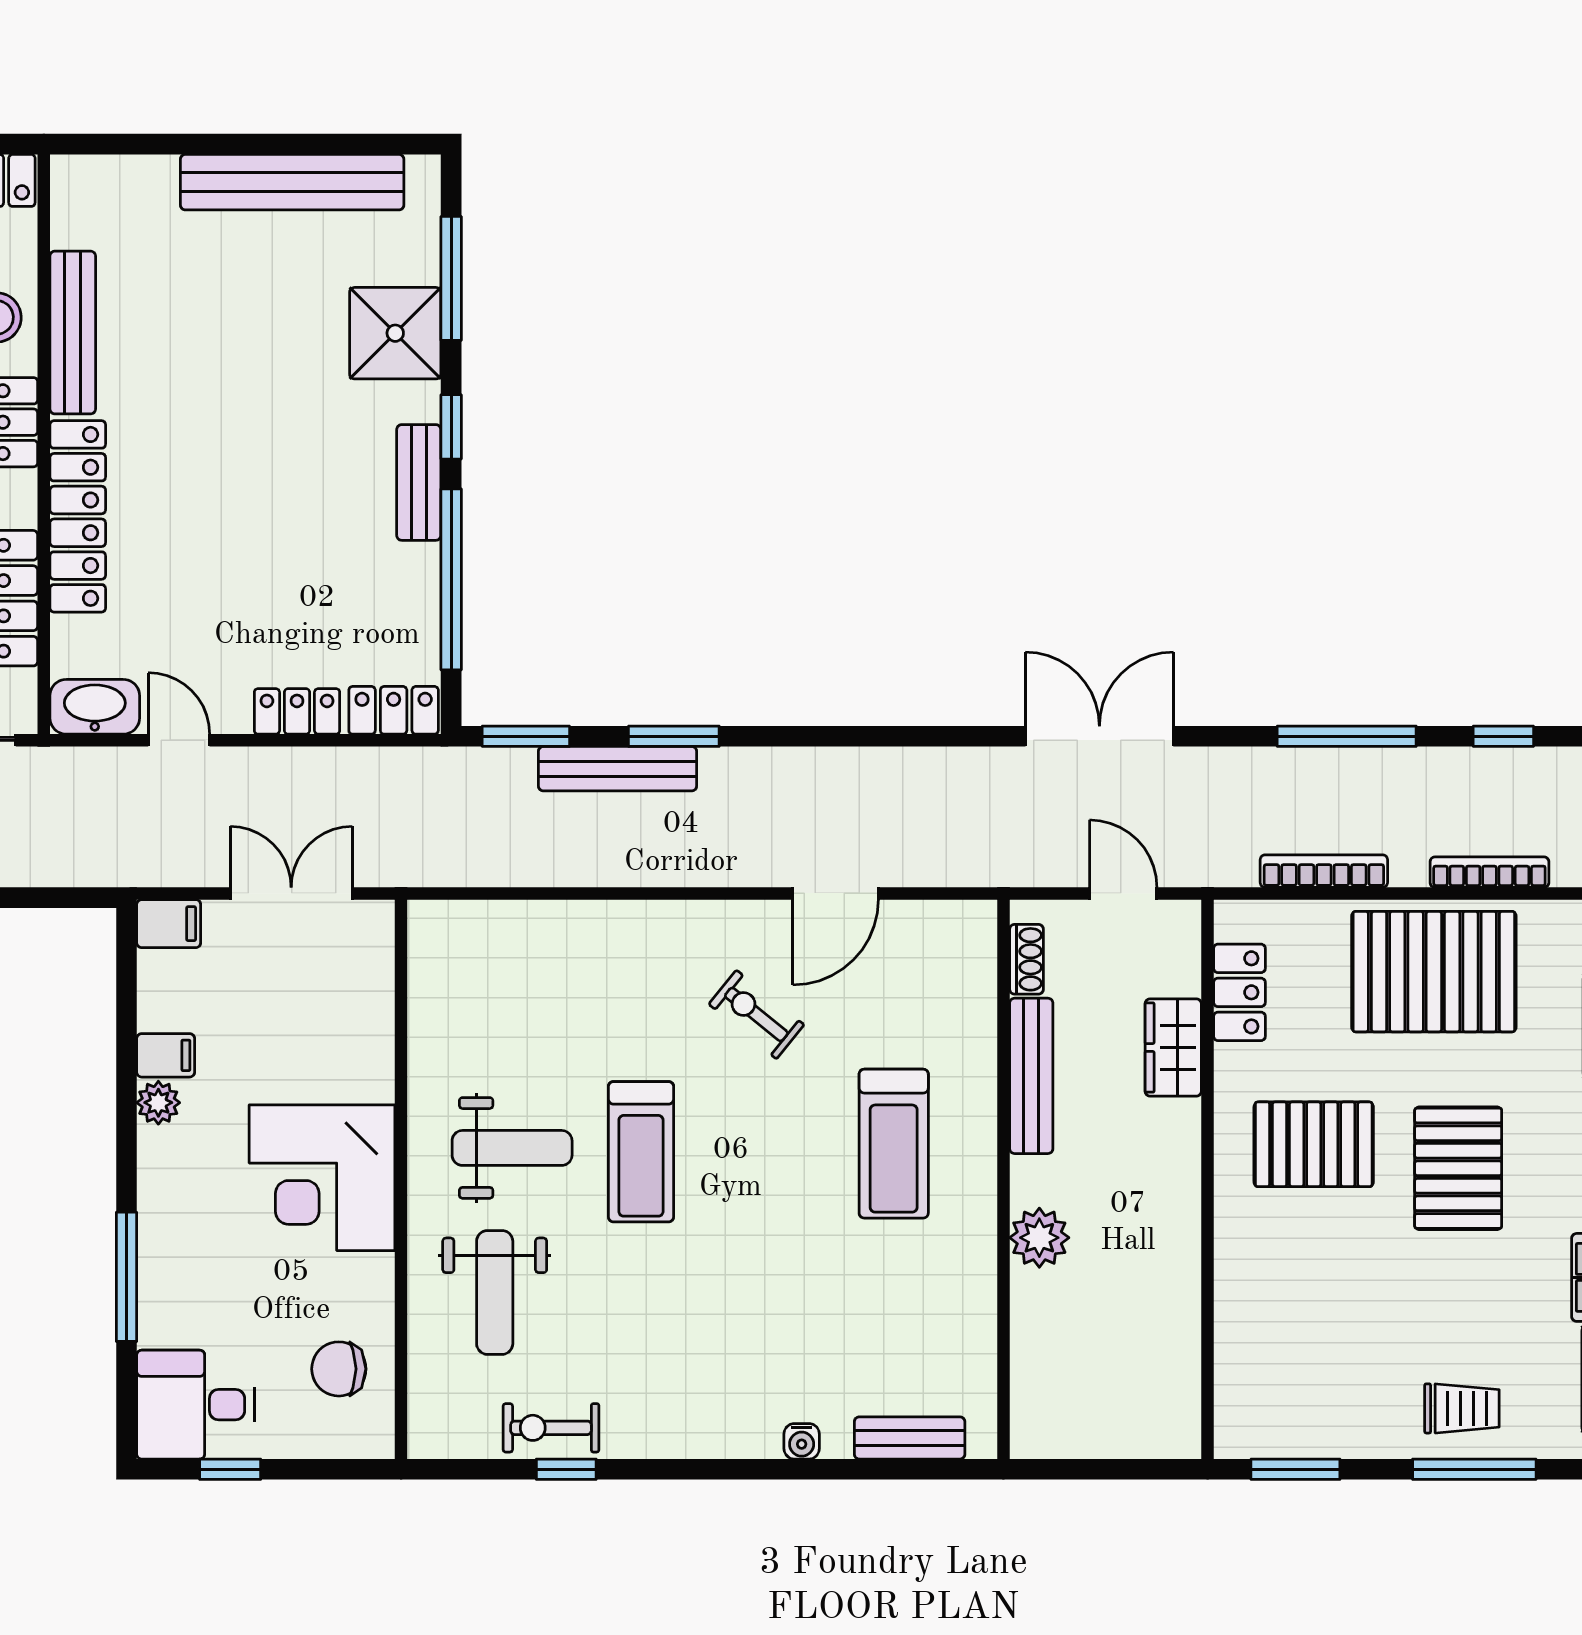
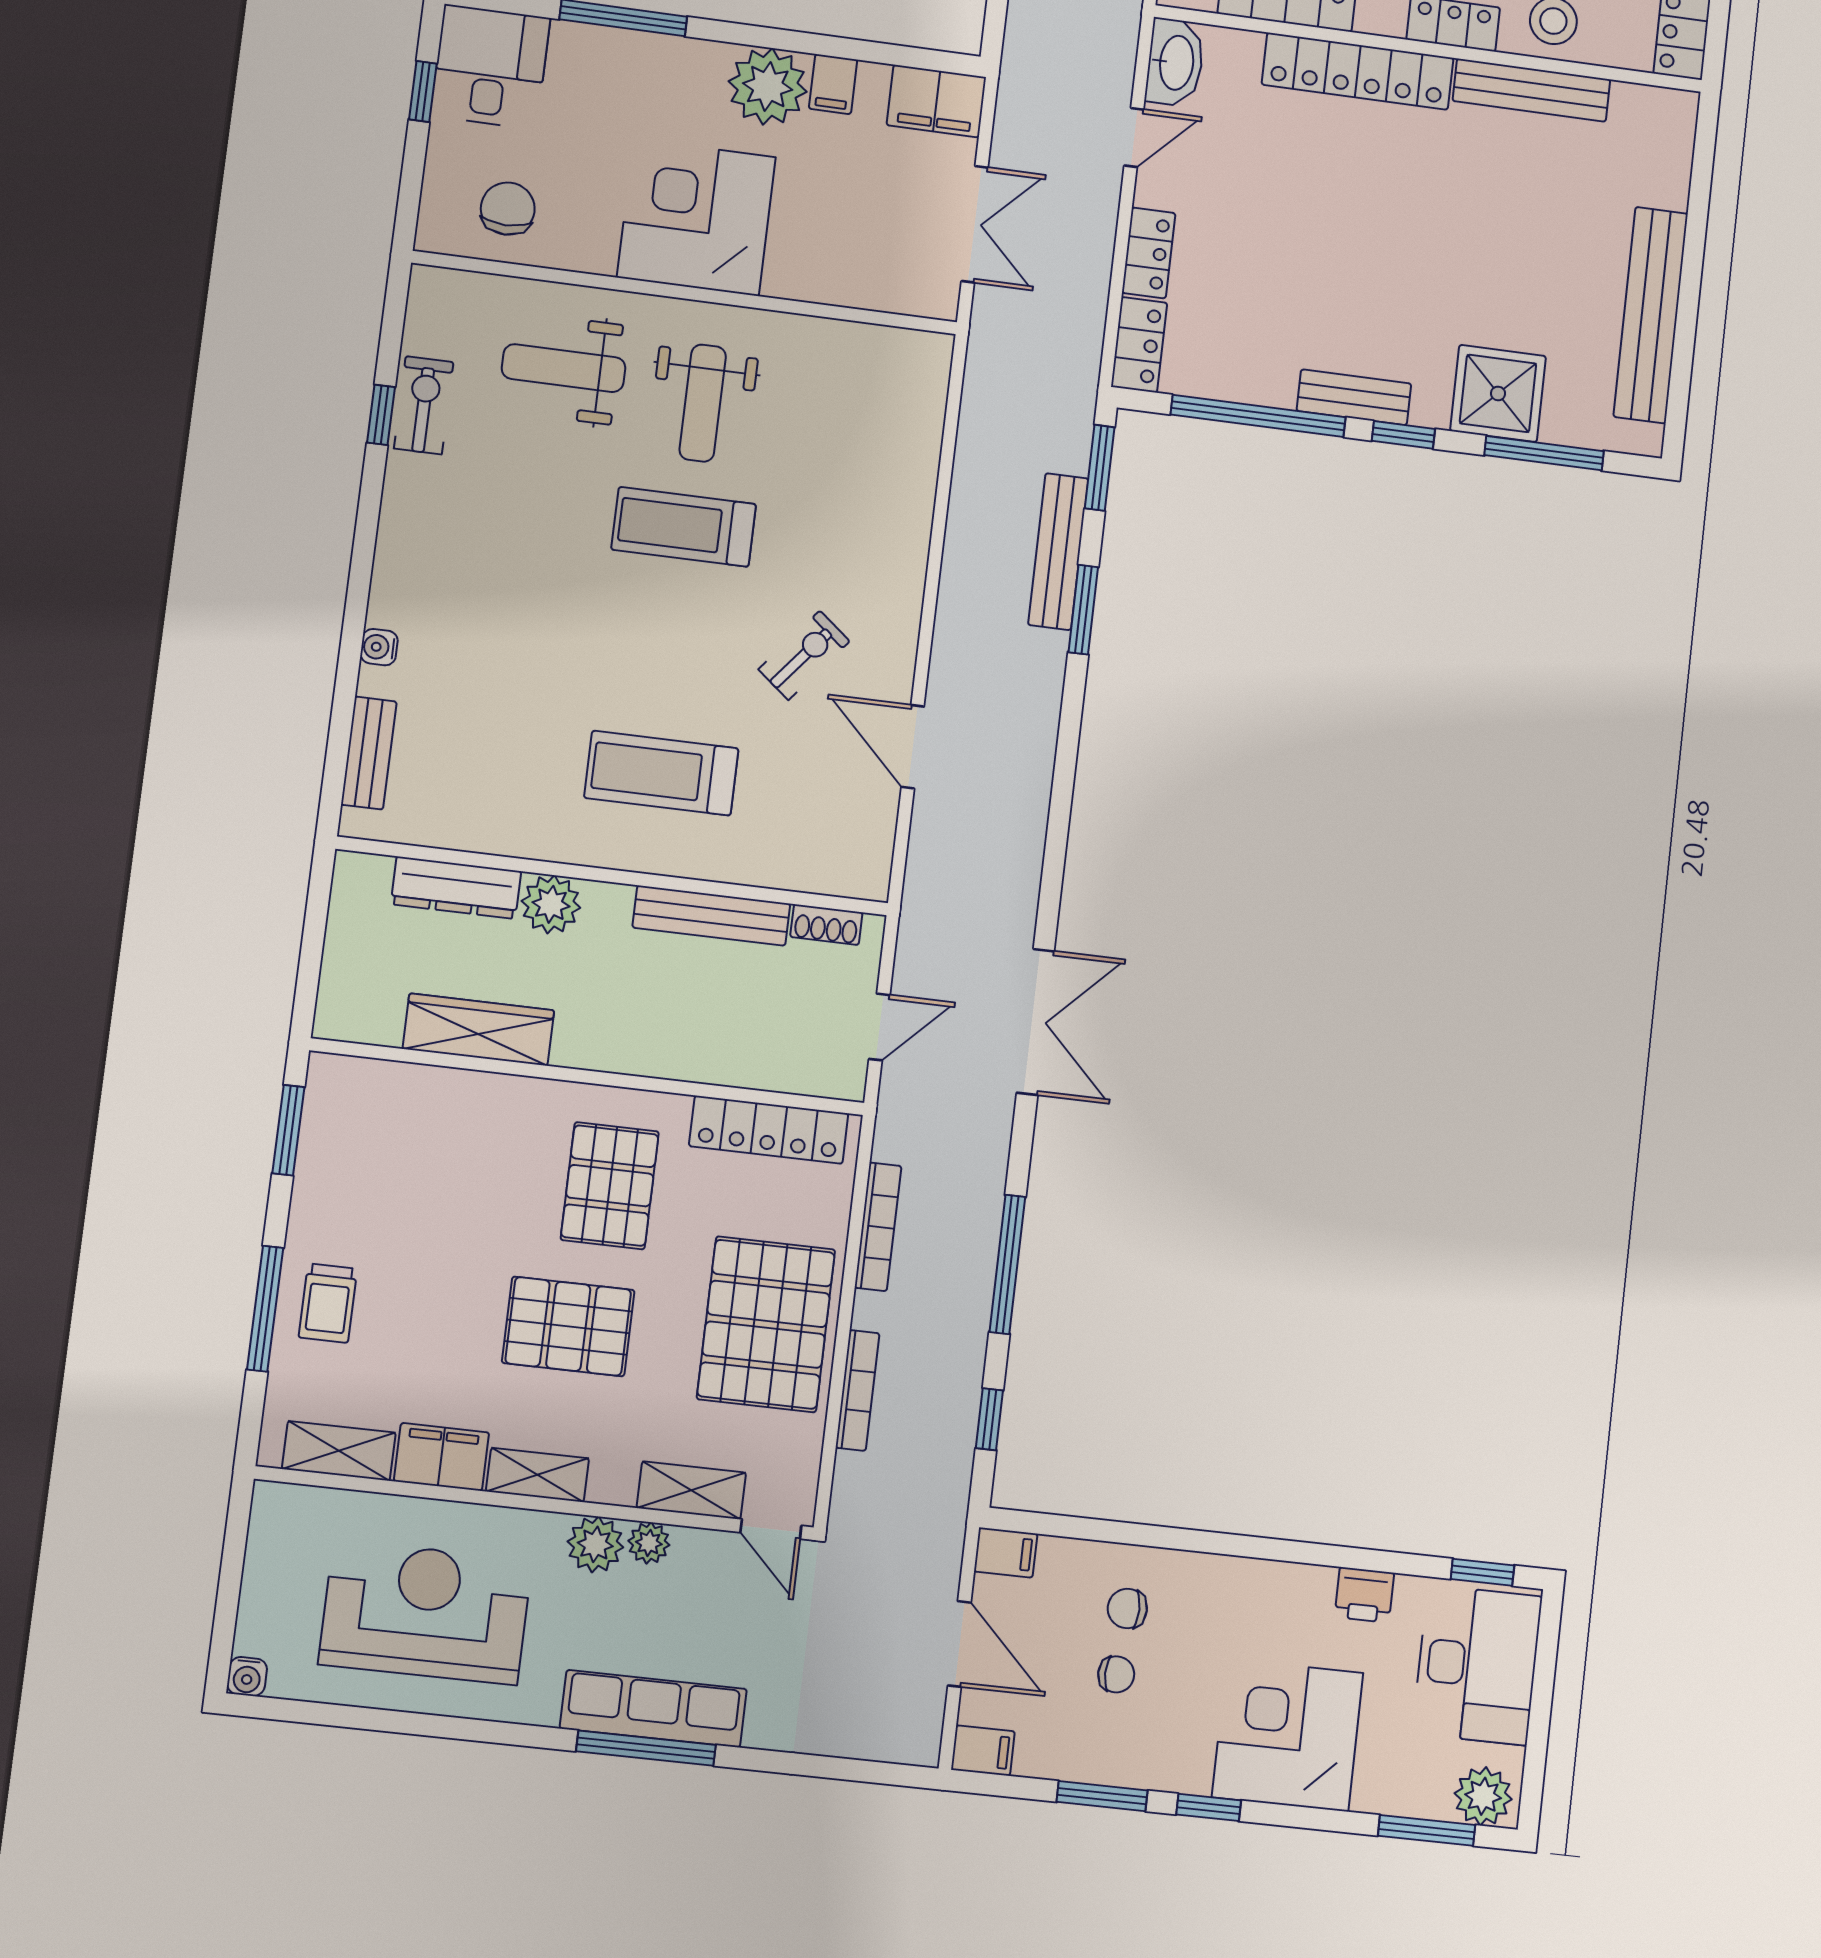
filing cabinet: (169, 924) -> (936, 101), width x2.00
locker: (1239, 992) -> (769, 1130), width x1.53
wardrobe: (1173, 1048) -> (478, 1030), moved, width x1.50
plant: (158, 1103) -> (768, 86), width x1.88, depth x1.88
dresser: (1034, 1334) -> (456, 888), added

